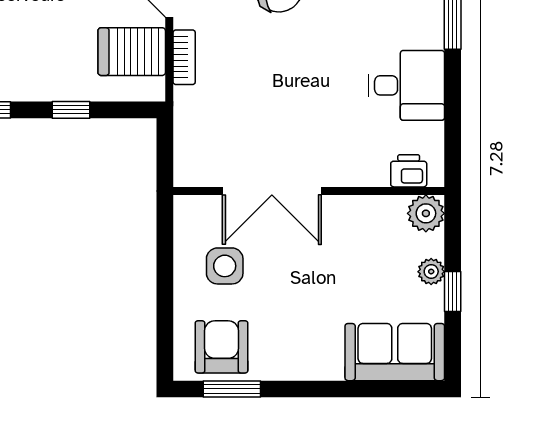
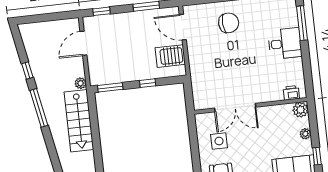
bookcase: (184, 57) -> (192, 56), removed
desk: (407, 85) -> (285, 43), moved
window: (453, 292) -> (317, 156), moved

